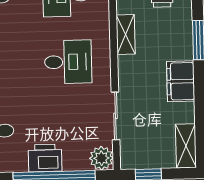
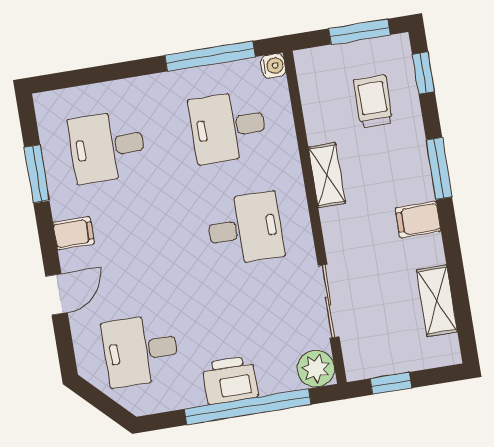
filing cabinet: (181, 81) -> (418, 220), width x0.50
shelving: (186, 146) -> (437, 301), moved

